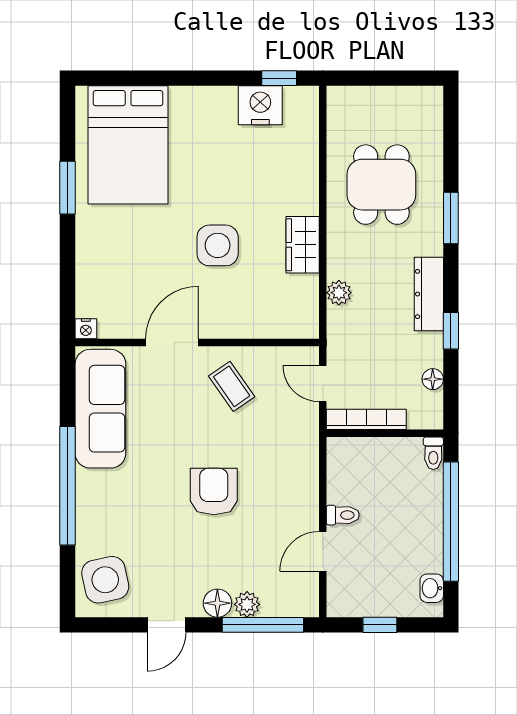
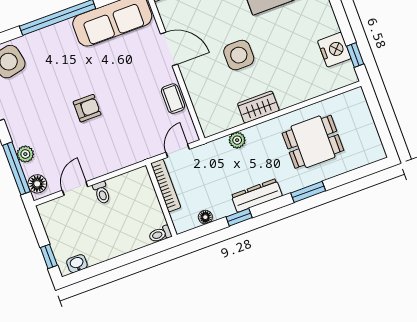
coffee table: (232, 386) -> (173, 99), moved, turned -55
armchair: (214, 492) -> (87, 108), width x0.72, depth x0.72
window: (451, 522) -> (122, 260), removed
door: (323, 551) -> (75, 189), hinge flipped
floor lamp: (217, 603) -> (37, 184), moved
window: (380, 625) -> (49, 256), moved

